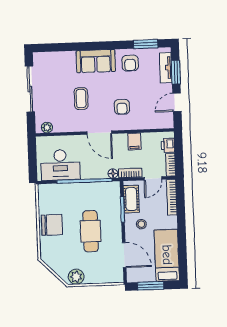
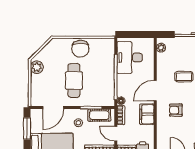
filing cabinet: (134, 141) -> (147, 114), width x2.00
cafe table: (91, 231) -> (74, 81), turned 90

